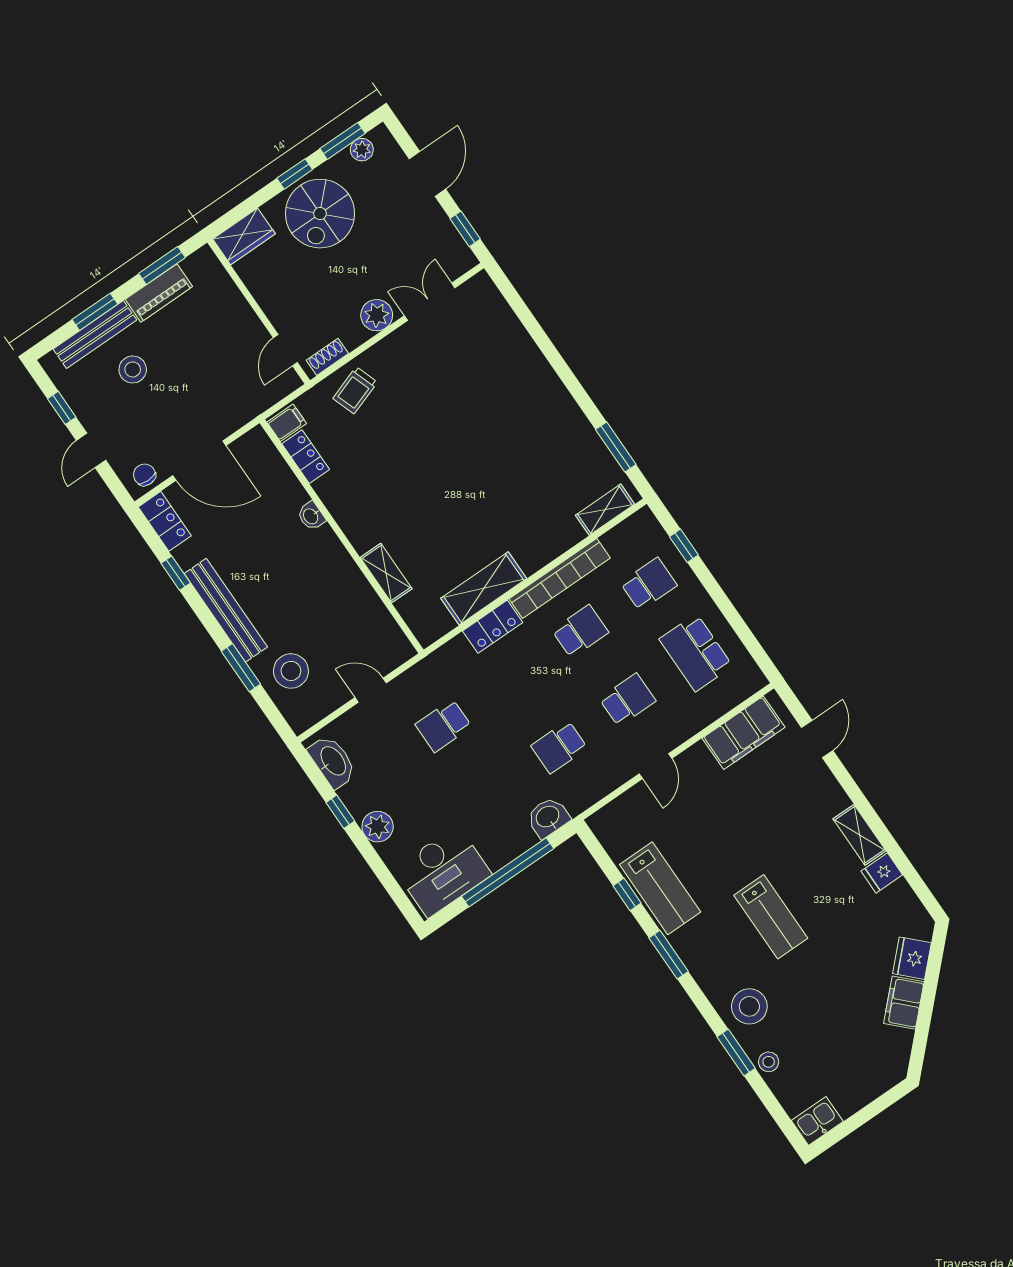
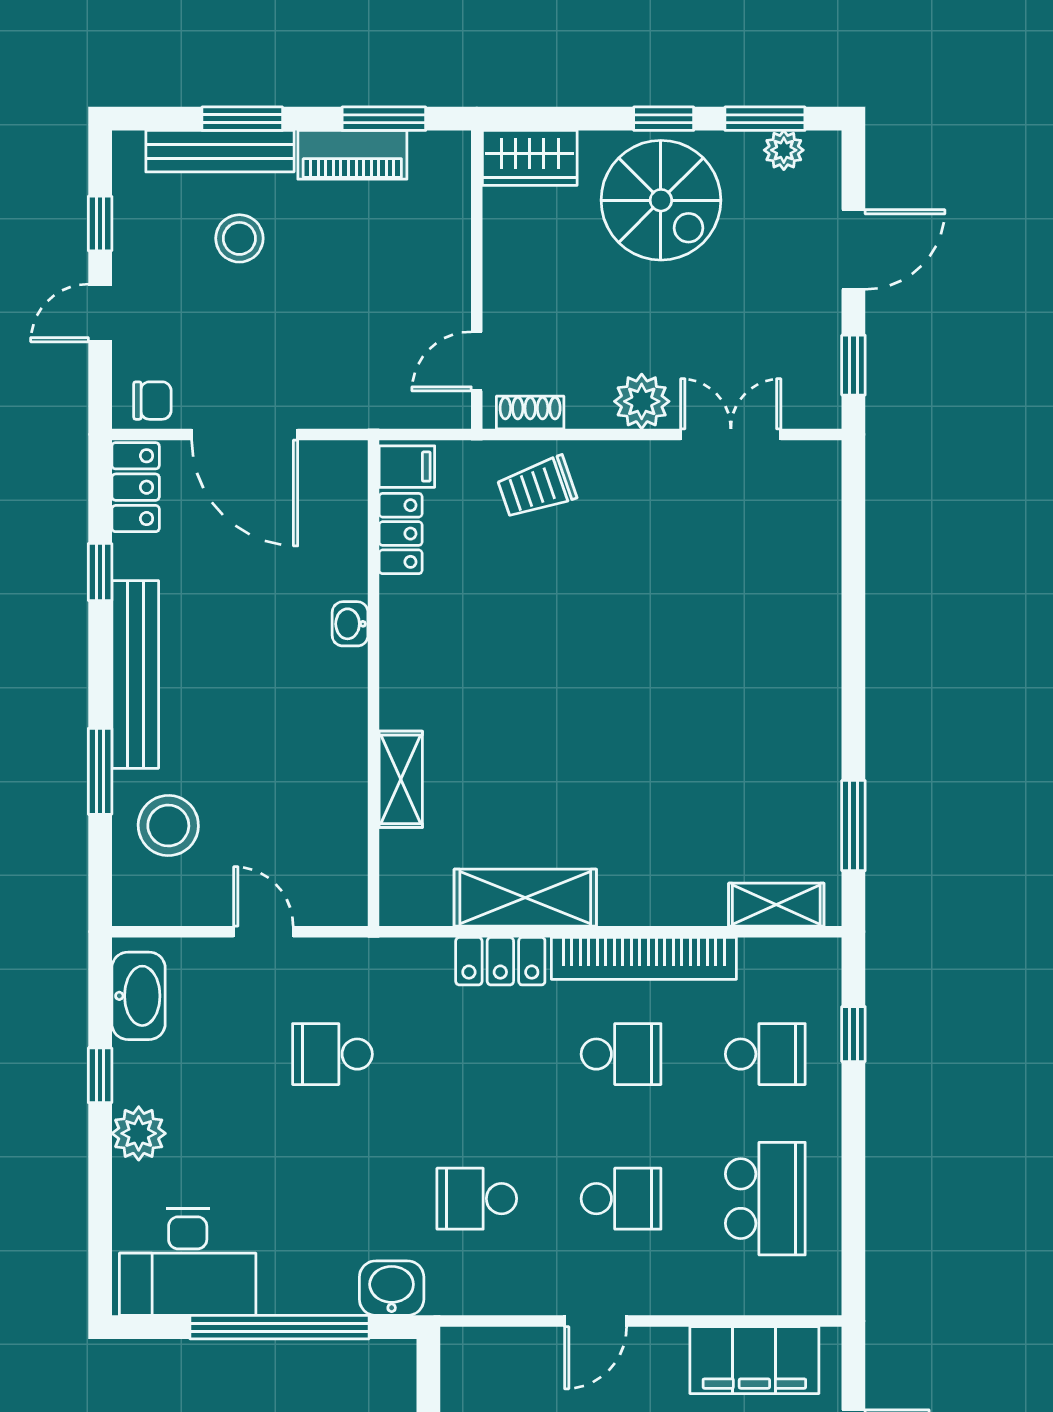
spiral stairs: (320, 214) -> (661, 200), turned -90
chair: (144, 475) -> (152, 401), turned 90
school desk: (696, 653) -> (765, 1199), turned 180

